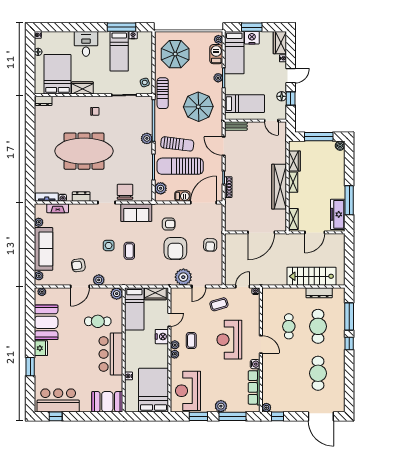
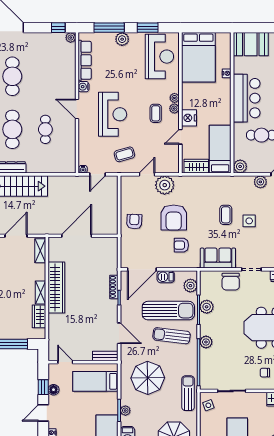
plant: (146, 170) -> (207, 307), added
armchair: (175, 248) -> (174, 218), turned 180

